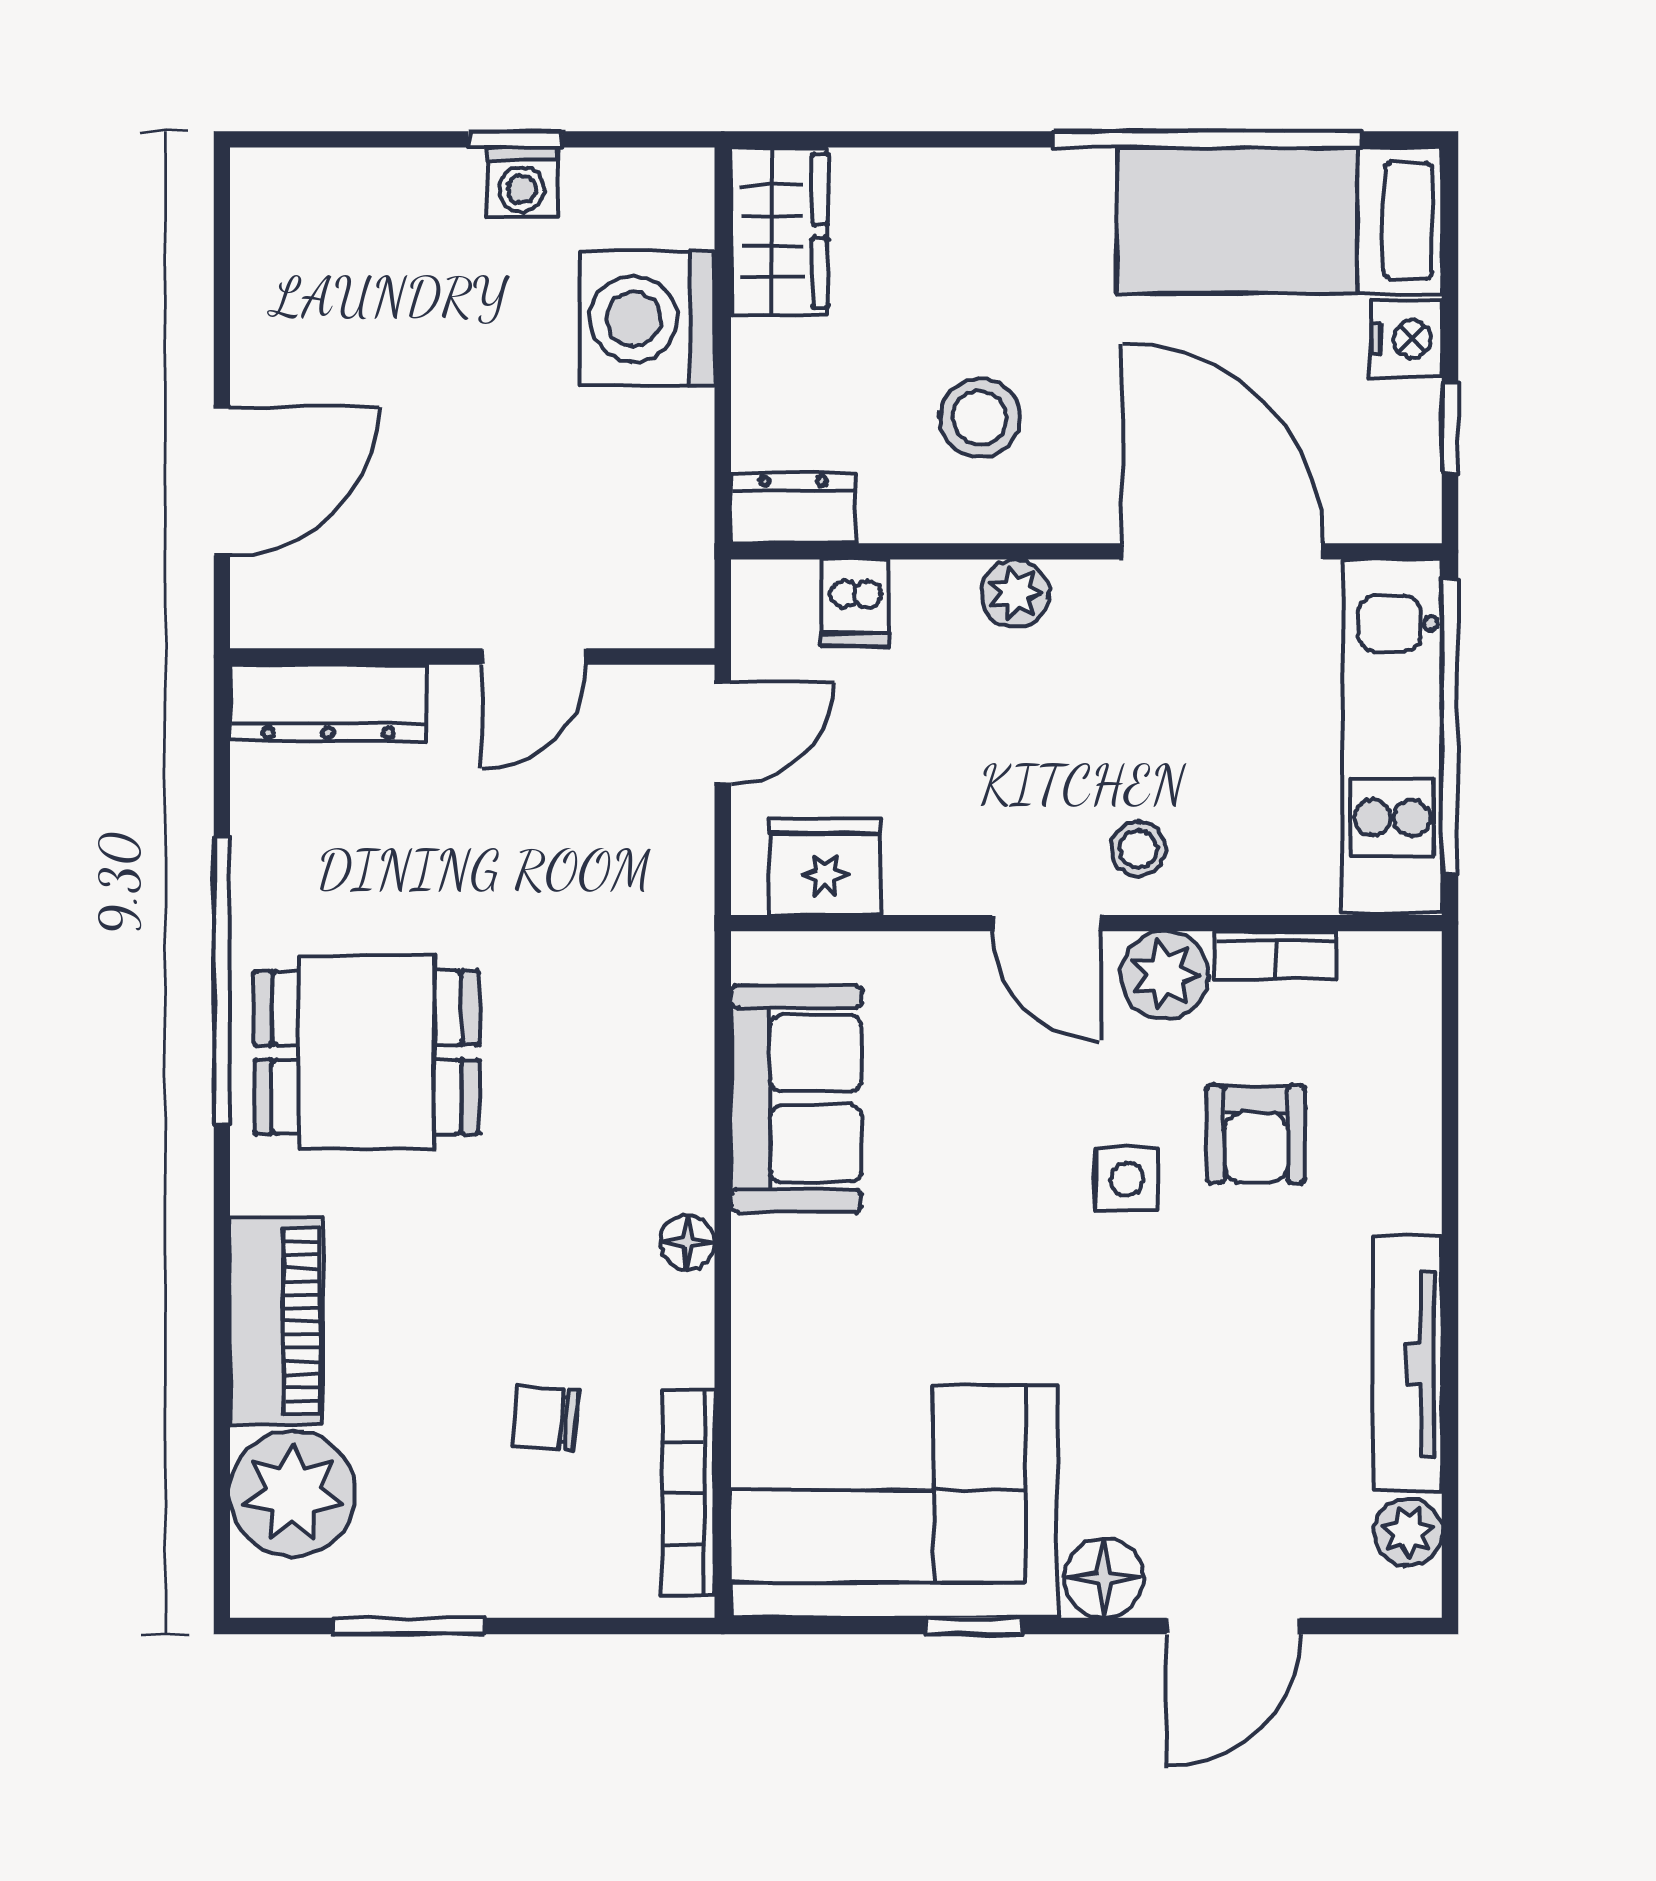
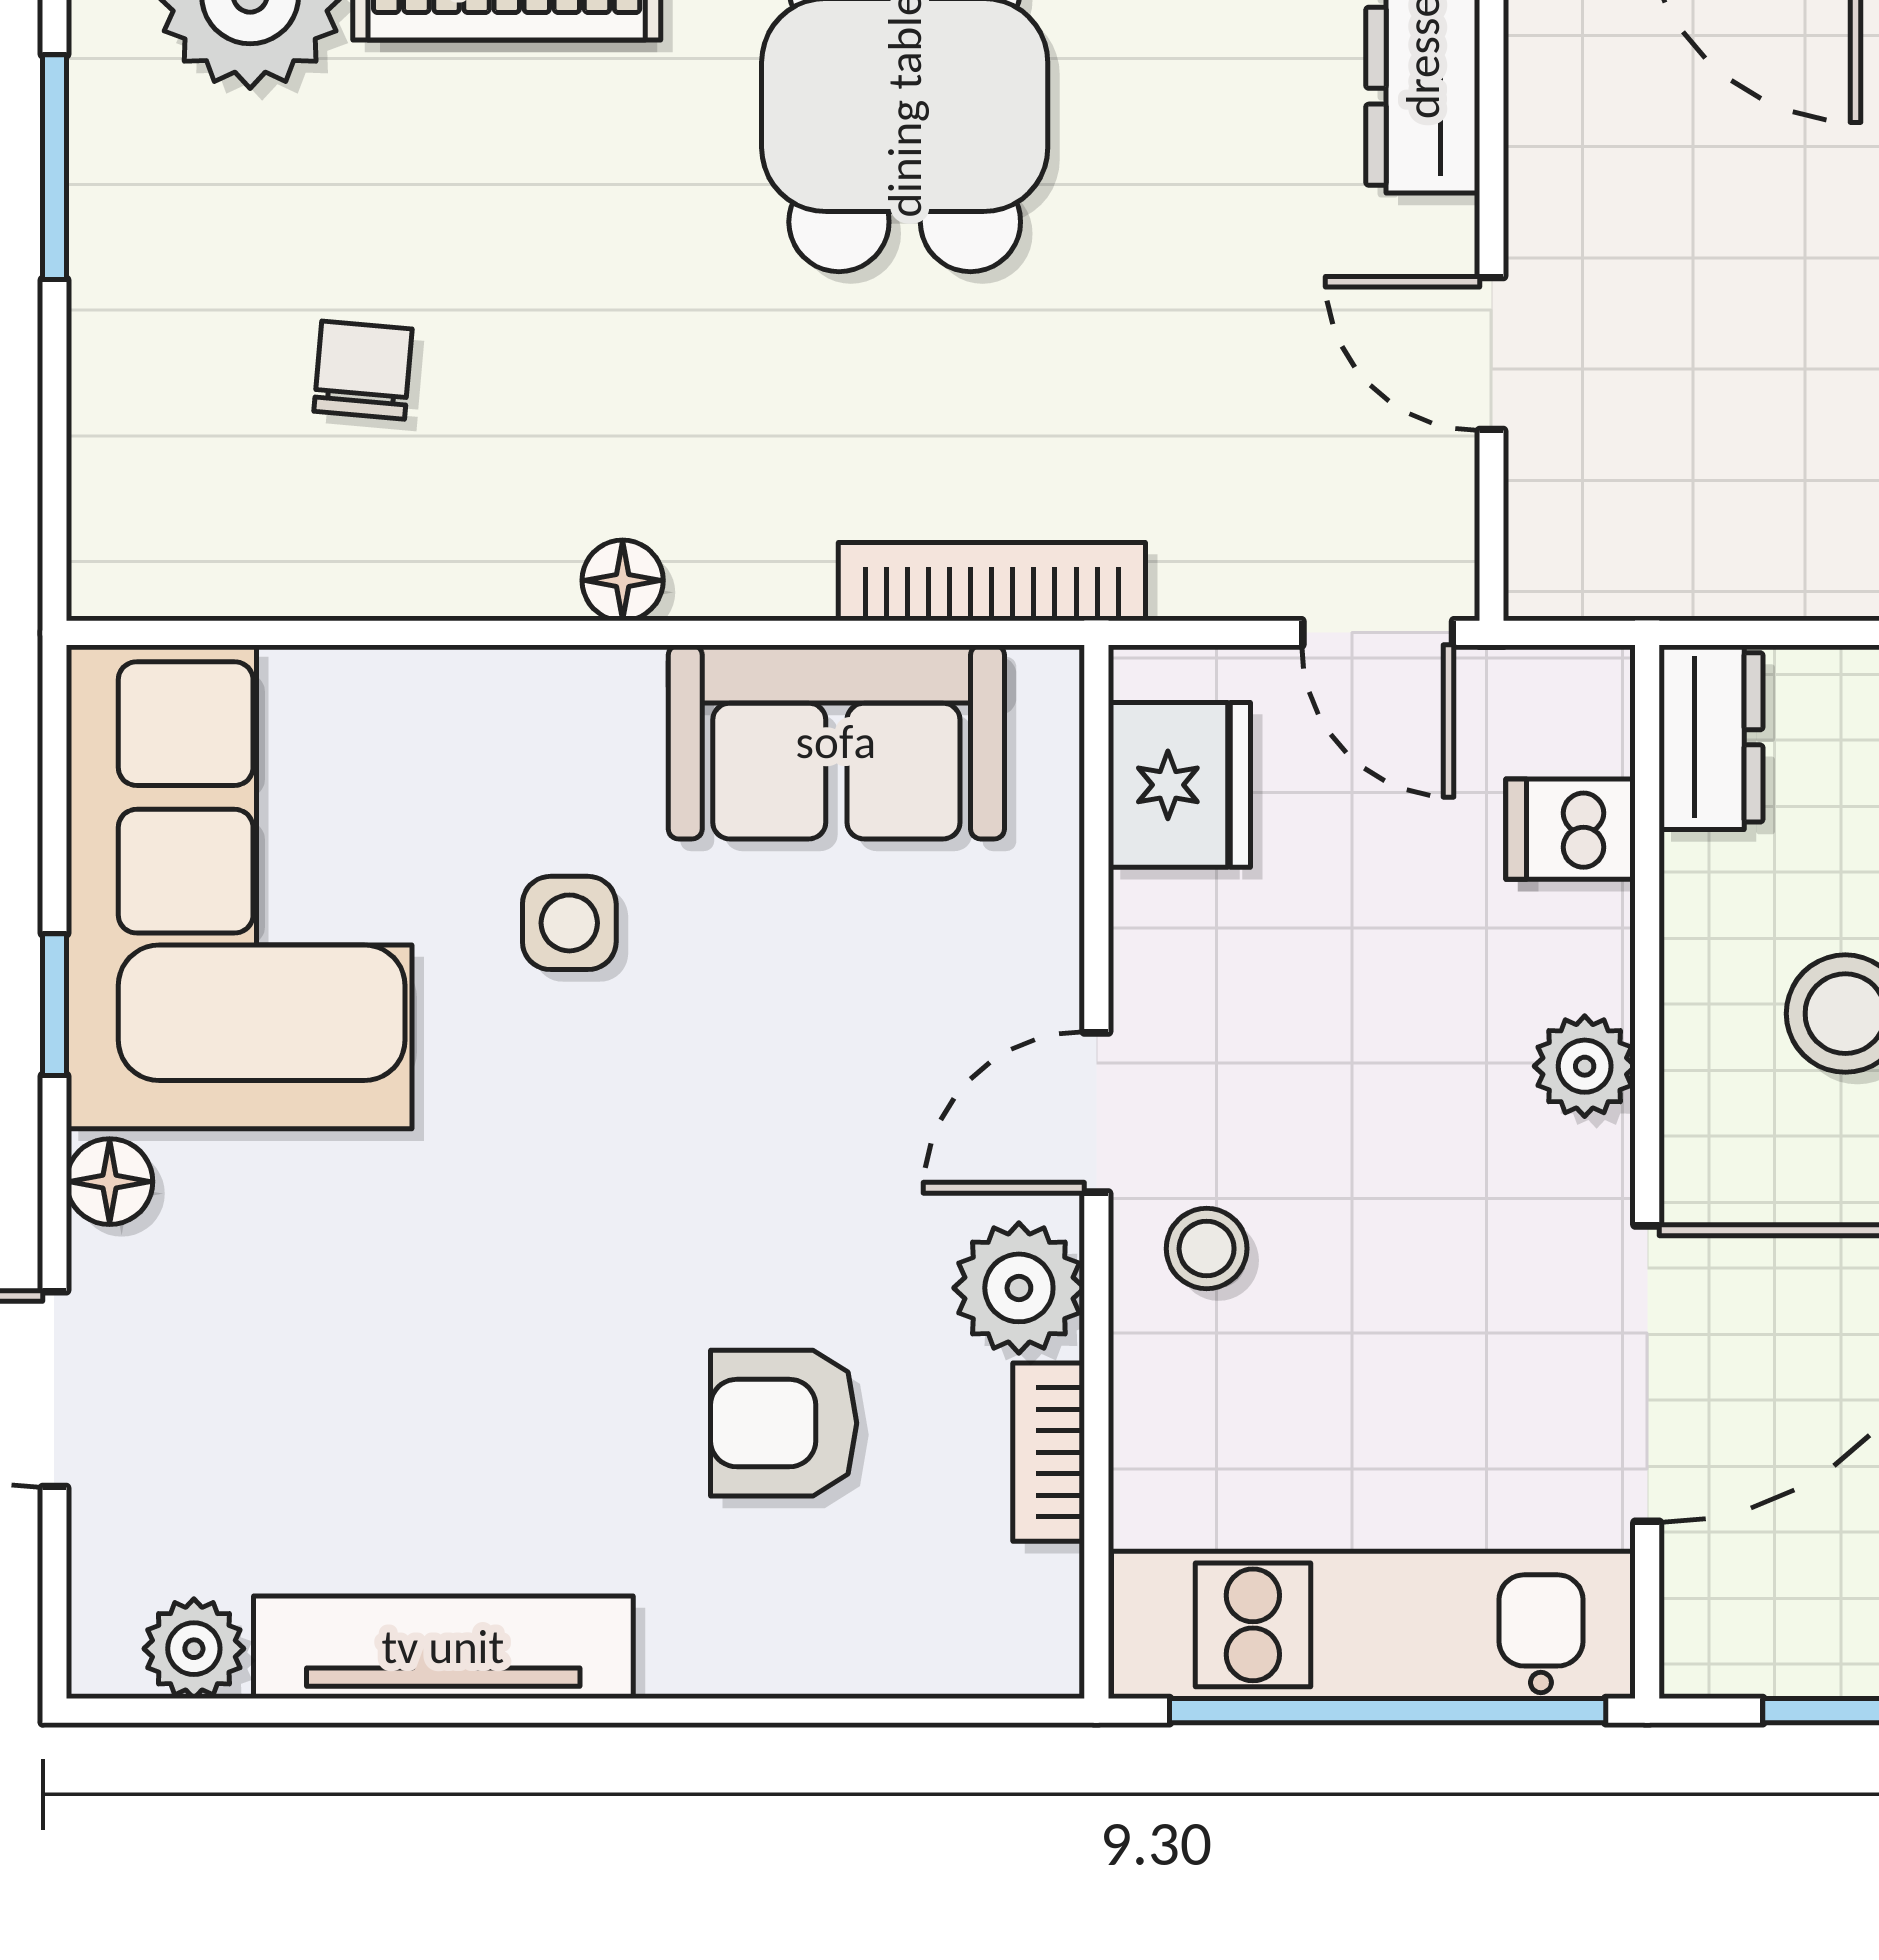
side table: (1127, 1179) -> (569, 923), moved
bookcase: (688, 1493) -> (992, 582), moved
floor lamp: (1104, 1578) -> (110, 1182), width x0.73, depth x0.73

